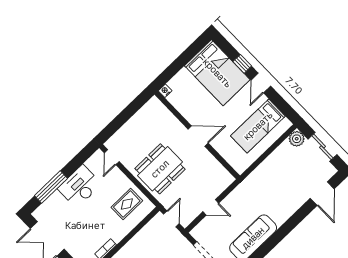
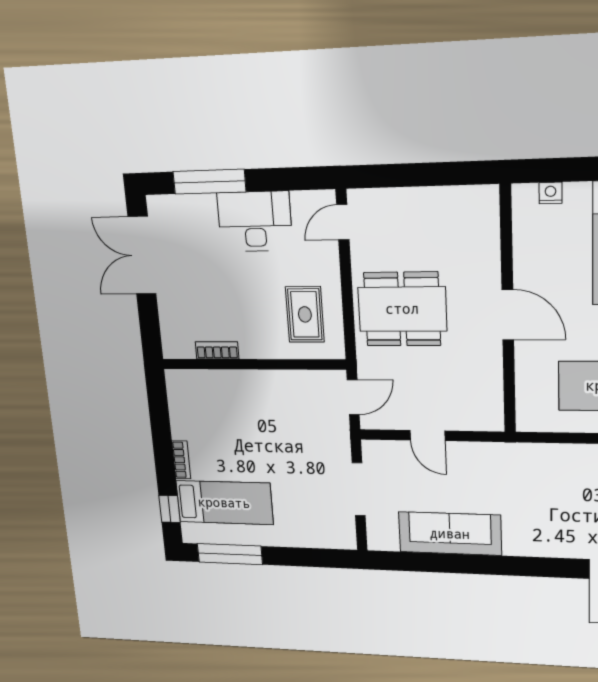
nightstand: (165, 91) -> (551, 193), moved
rug: (127, 204) -> (305, 314), turned 90

